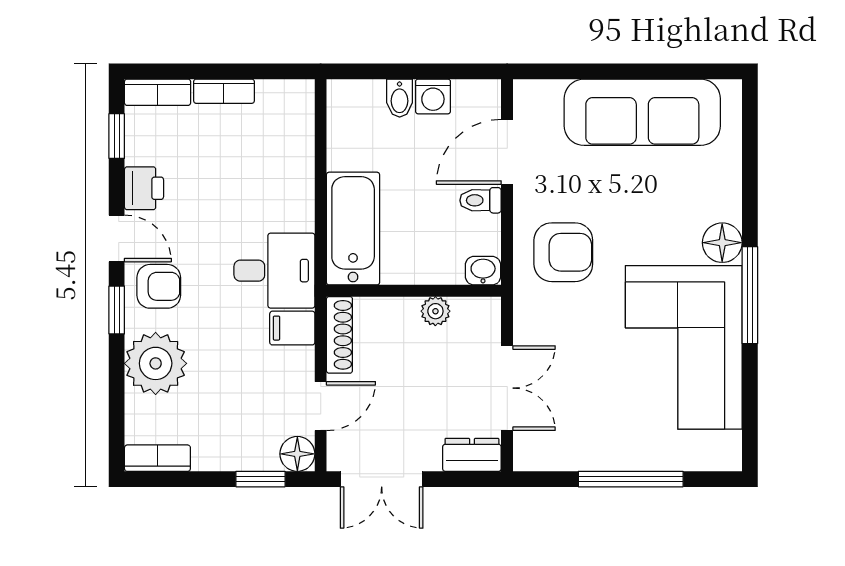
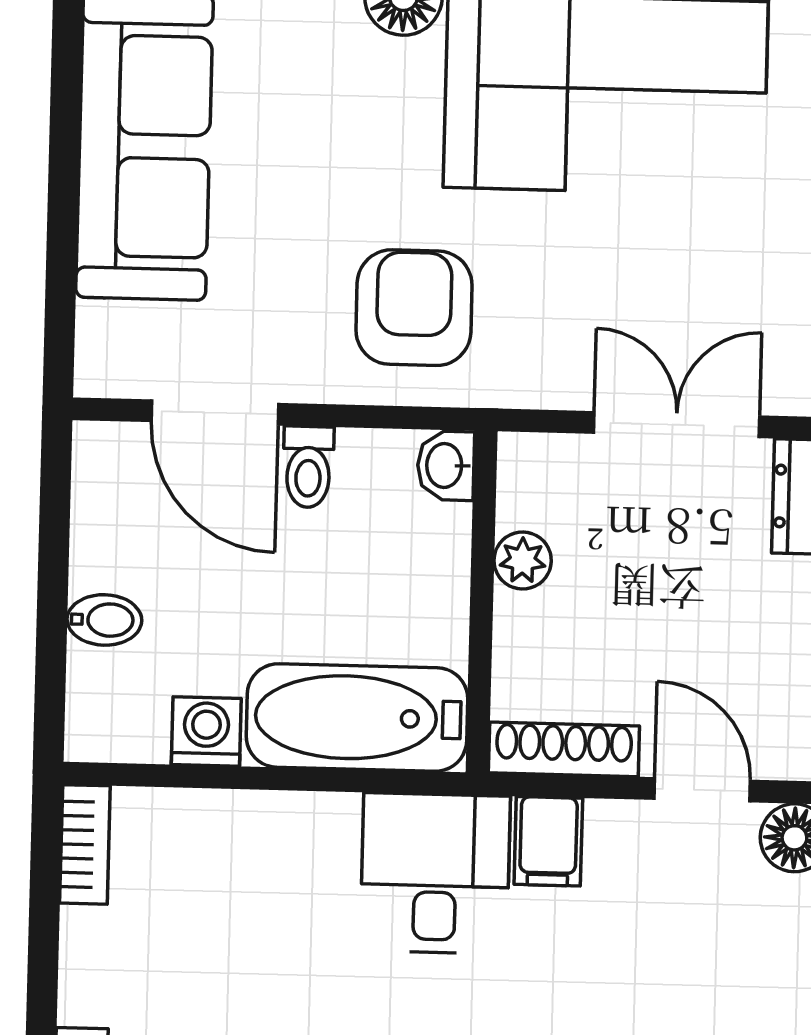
bookcase: (224, 91) -> (85, 844), moved
washing machine: (433, 96) -> (206, 731), moved, turned -90

